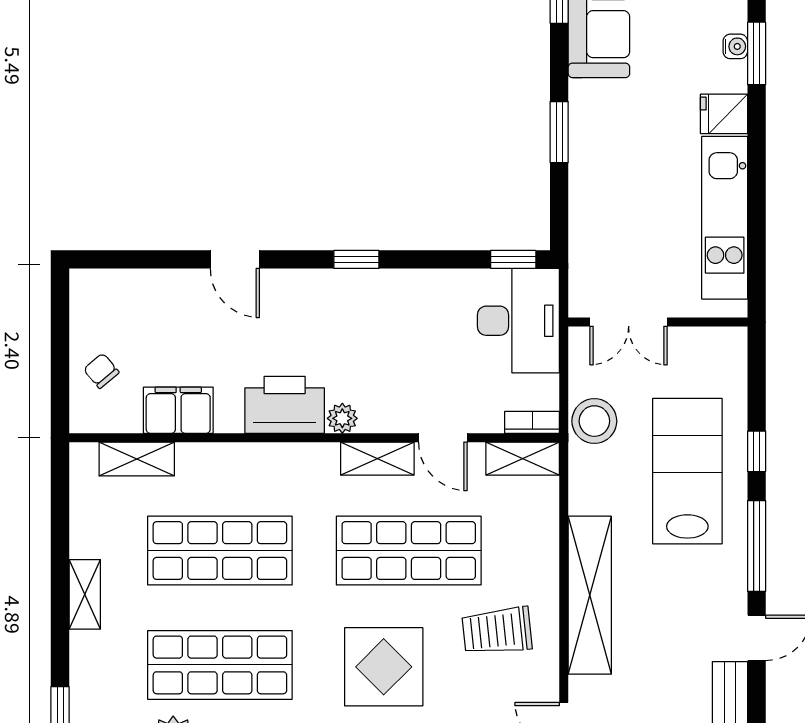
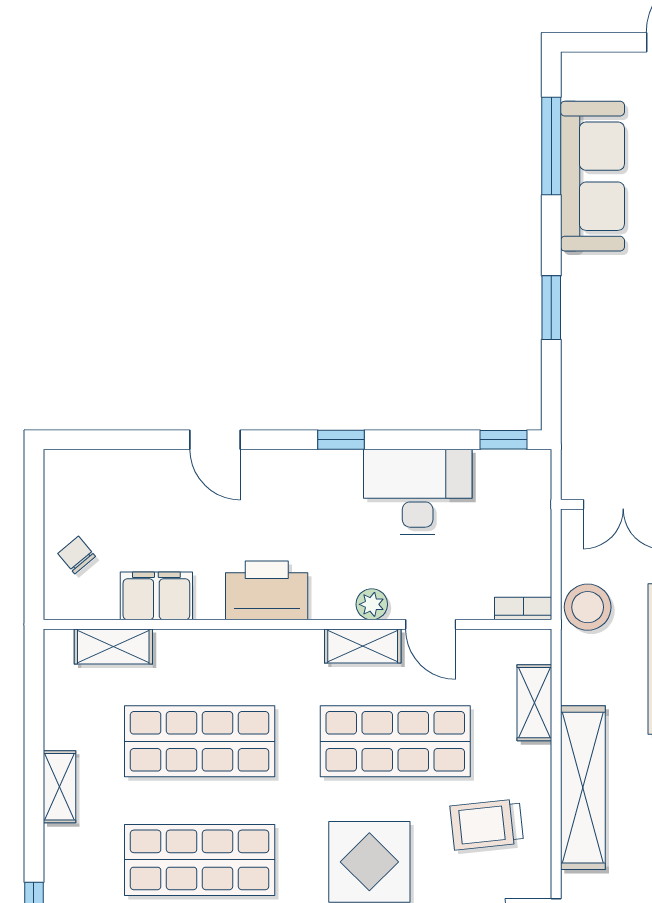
desk: (518, 321) -> (418, 492), moved, turned -90
plant: (342, 418) -> (372, 604), moved
shelving: (523, 459) -> (534, 703), moved, turned 90

